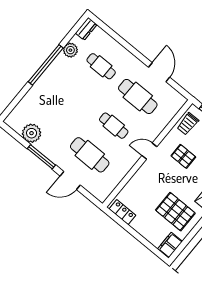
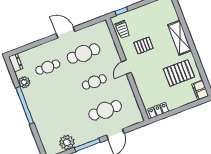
door: (159, 72) -> (66, 33), moved

